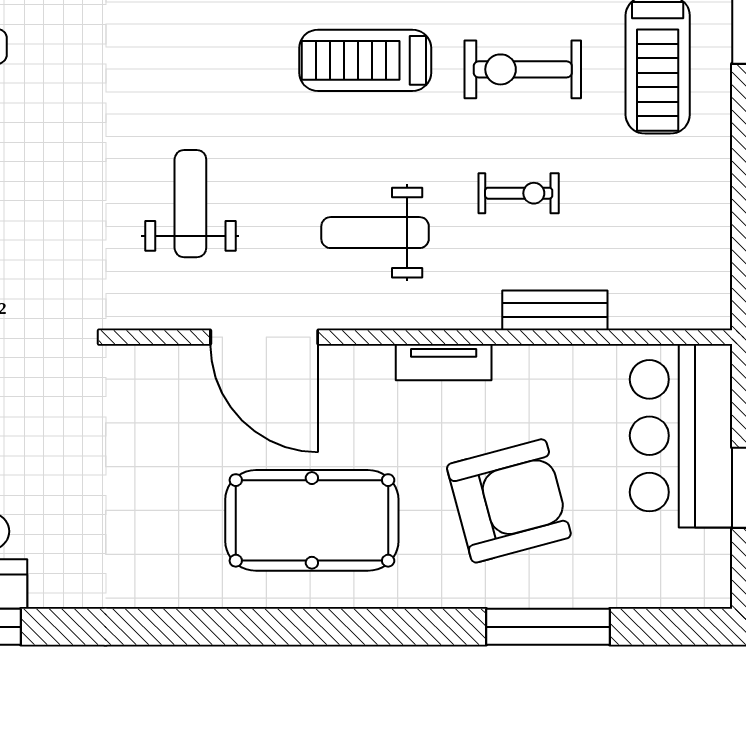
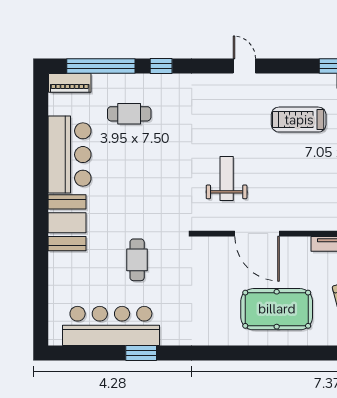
weight bench: (375, 233) -> (303, 191), removed

